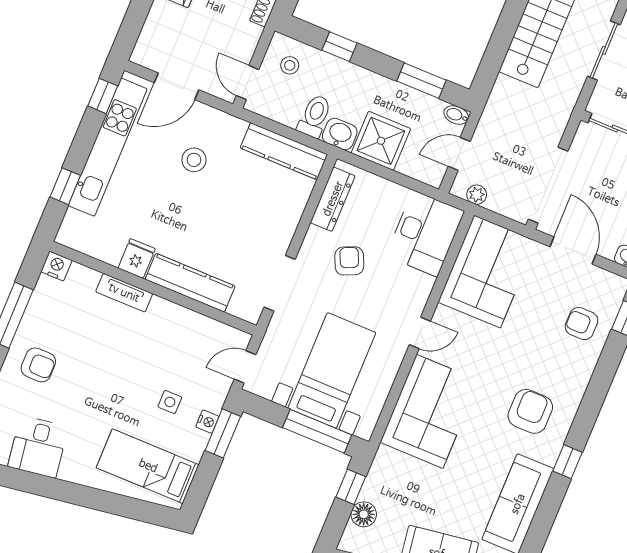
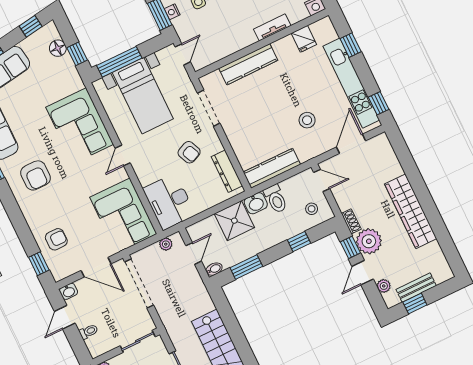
fridge: (137, 258) -> (304, 39), moved

